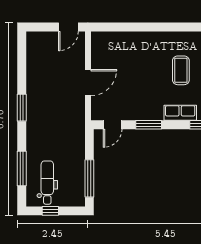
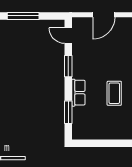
coffee table: (181, 70) -> (114, 93), turned 90
door: (88, 83) -> (104, 15), hinge flipped

